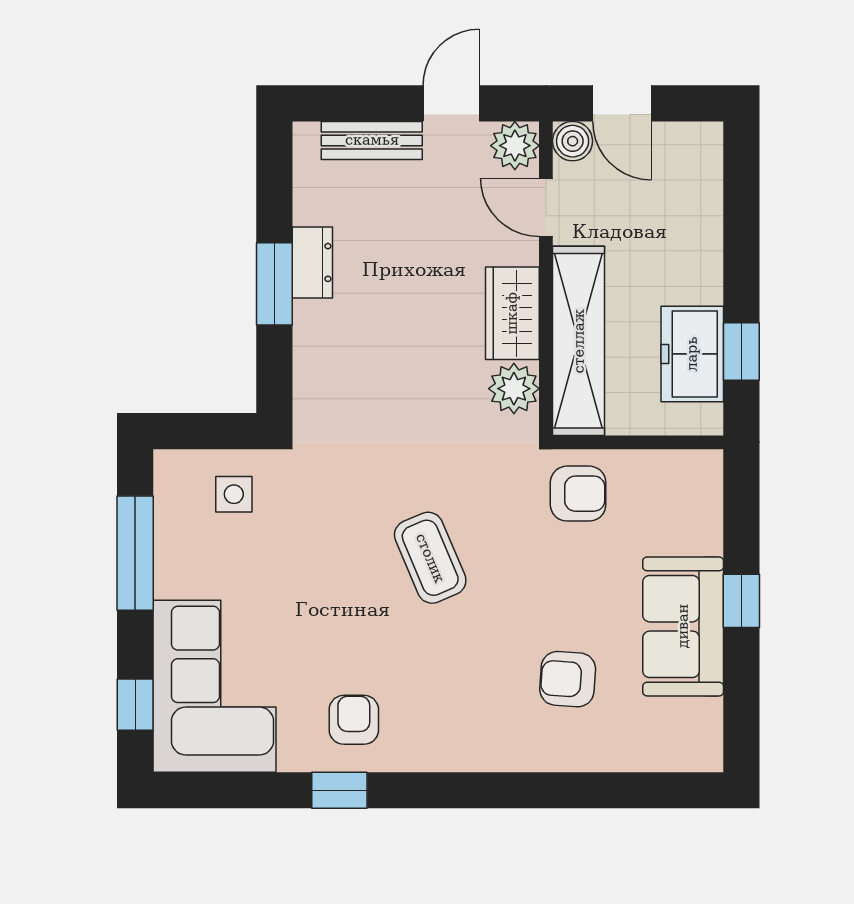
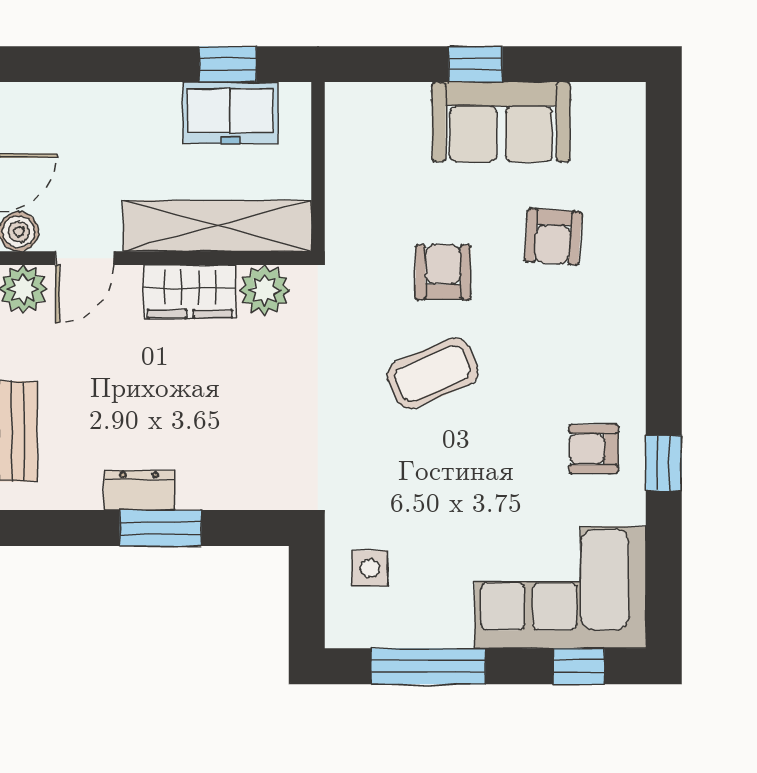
armchair: (578, 494) -> (443, 272), moved

